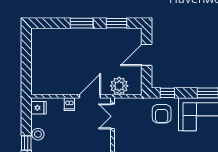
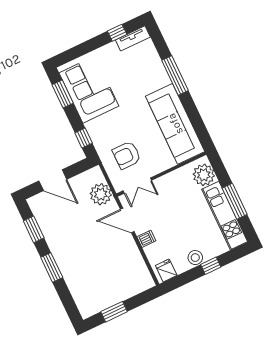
window: (26, 54) -> (114, 312), added
armchair: (162, 114) -> (127, 155), moved, turned 180

